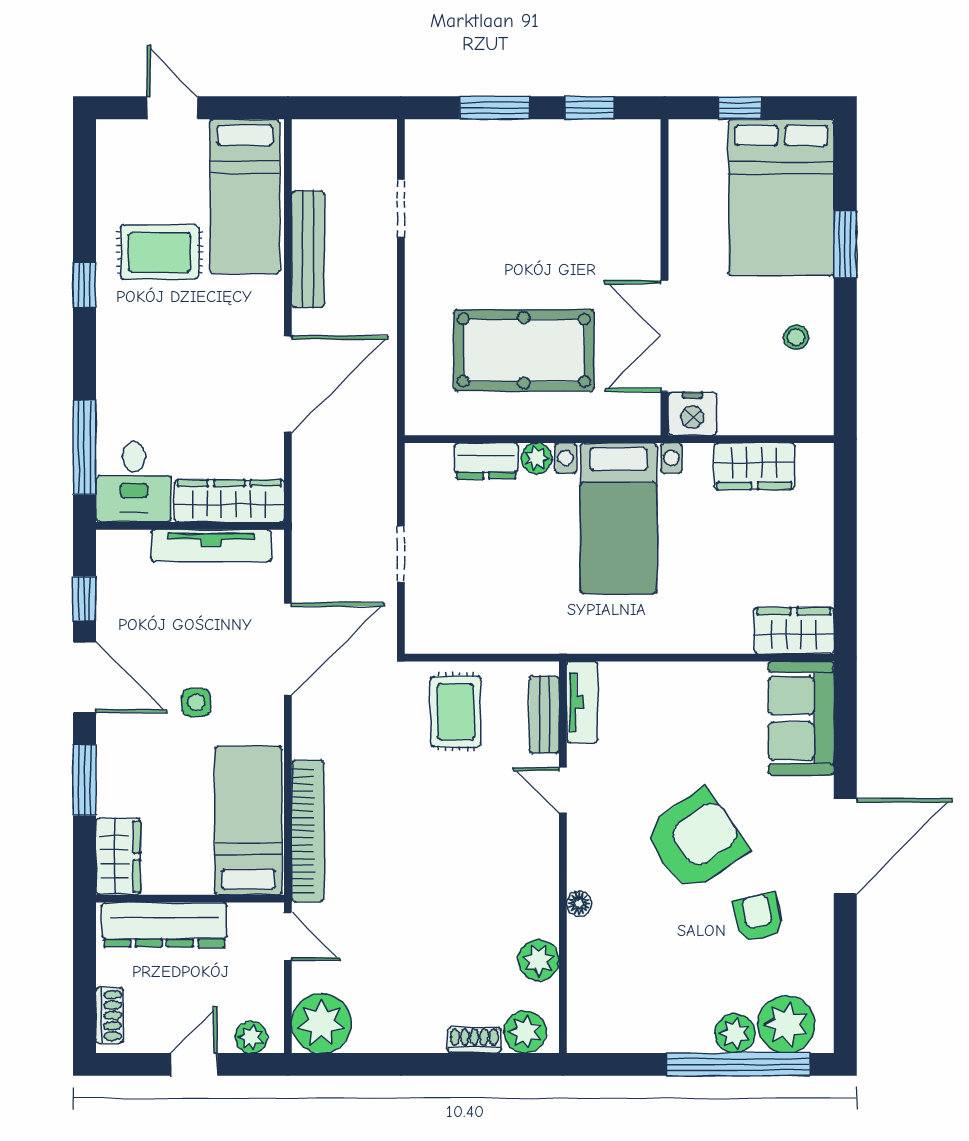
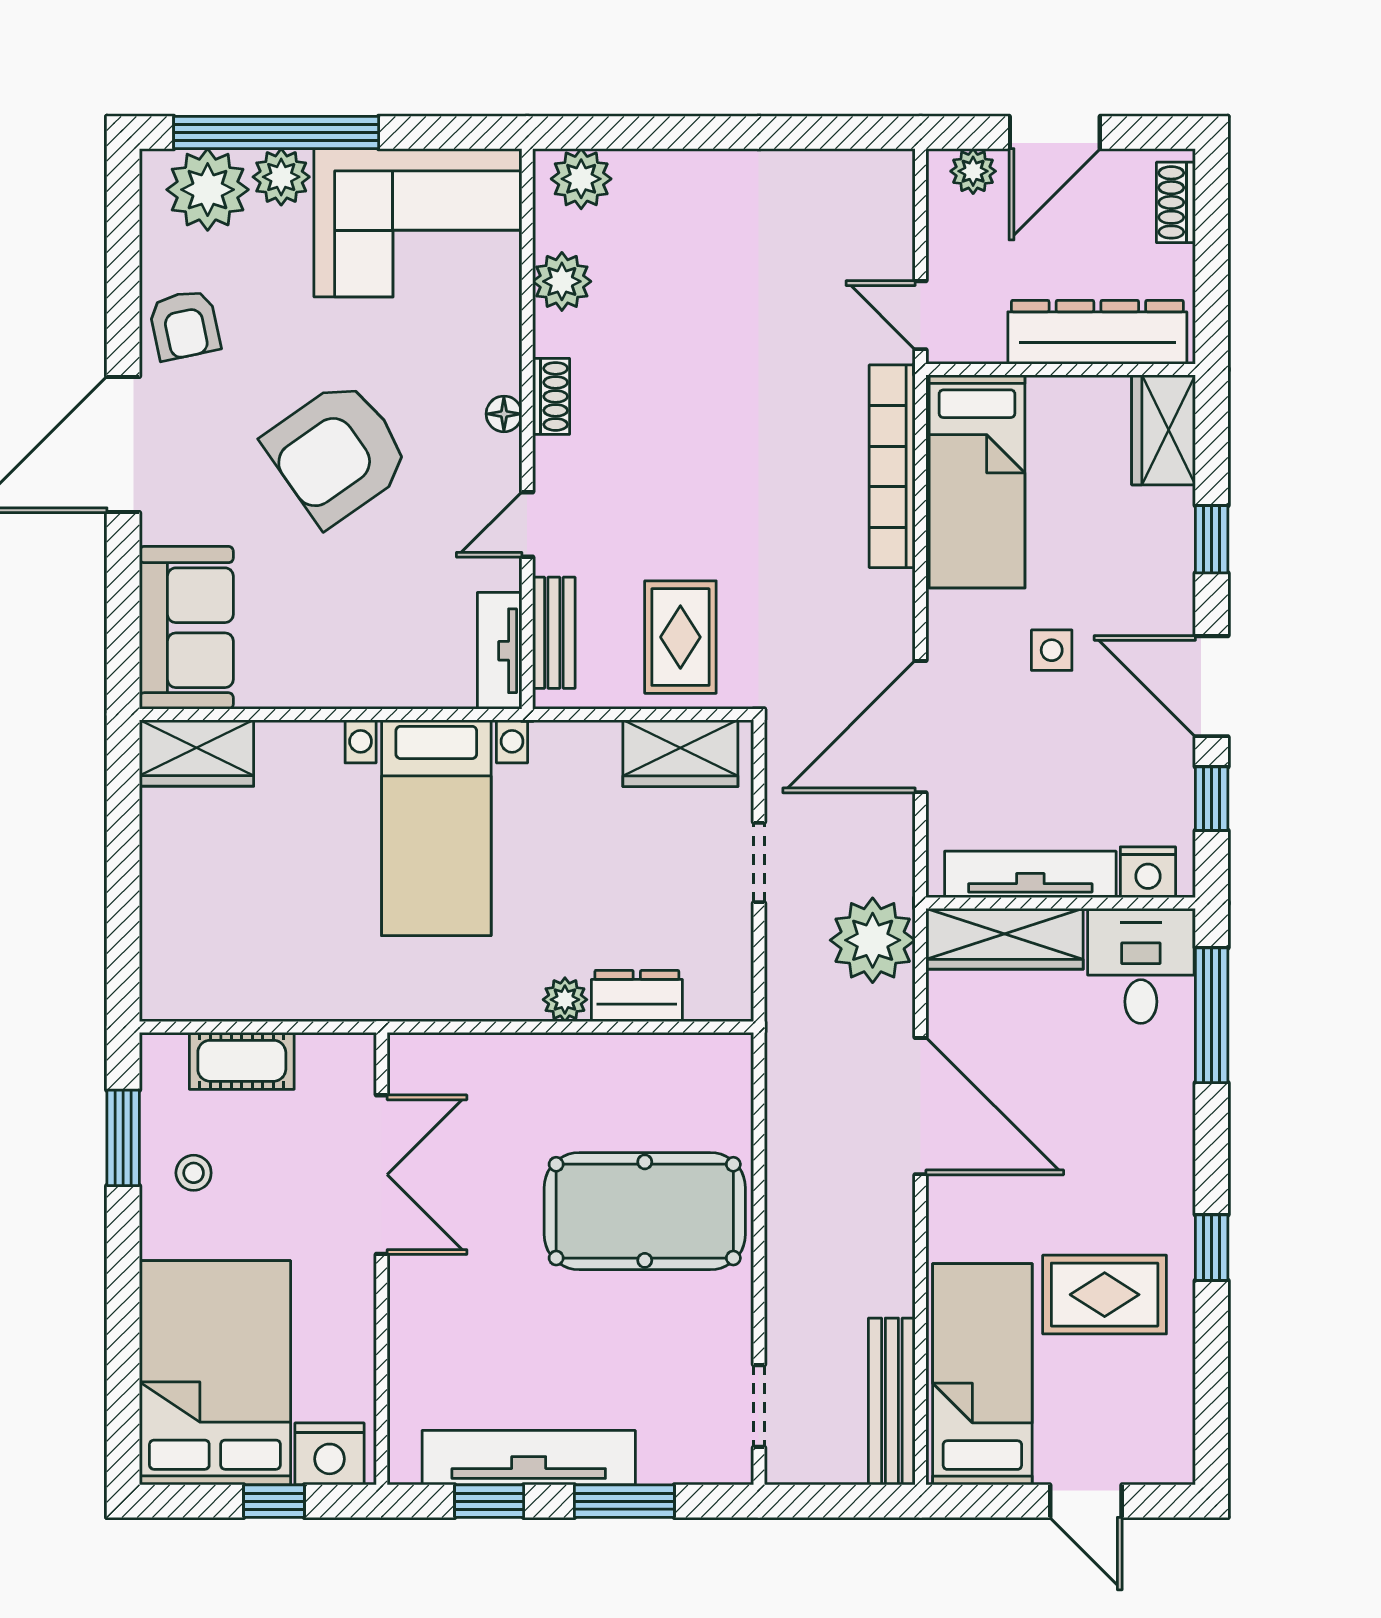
tv unit: (562, 138) -> (529, 1458), added
doorway: (401, 209) -> (759, 1406), moved
window: (845, 244) -> (123, 1138), moved
bench: (308, 249) -> (892, 1401), moved
pool table: (524, 350) -> (645, 1211), moved
door: (288, 384) -> (921, 1106), swing flipped
nightstand: (692, 414) -> (330, 1454), moved, turned 180
cot: (762, 415) -> (242, 1061), added
wardrobe: (754, 466) -> (680, 753), moved, turned 180
bed with nightstands: (619, 518) -> (436, 828), moved, turned 180
nightstand: (129, 547) -> (1148, 872), added
window: (85, 780) -> (1212, 539), width x0.67
door: (563, 790) -> (527, 525), swing flipped
floor lamp: (579, 904) -> (504, 414), moved
armchair: (758, 917) -> (184, 325), moved
corner sofa: (639, 1001) -> (418, 223), added
plant: (321, 1023) -> (873, 940), moved
shoe rack: (474, 1040) -> (551, 396), moved, turned -90
door: (194, 1064) -> (1055, 132), width x1.38

